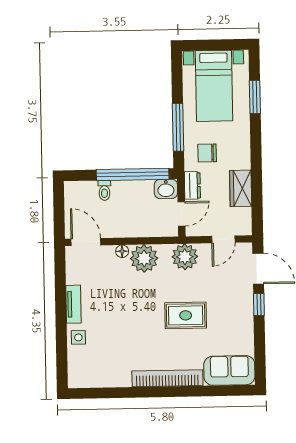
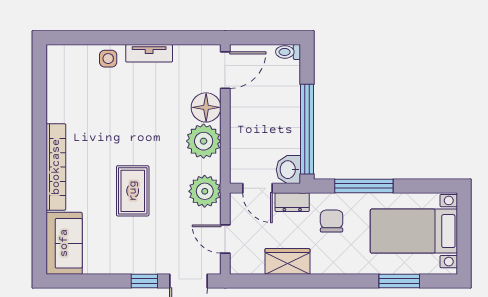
toilet: (104, 190) -> (288, 52), moved
floor lamp: (122, 251) -> (206, 107), width x1.89, depth x1.89

